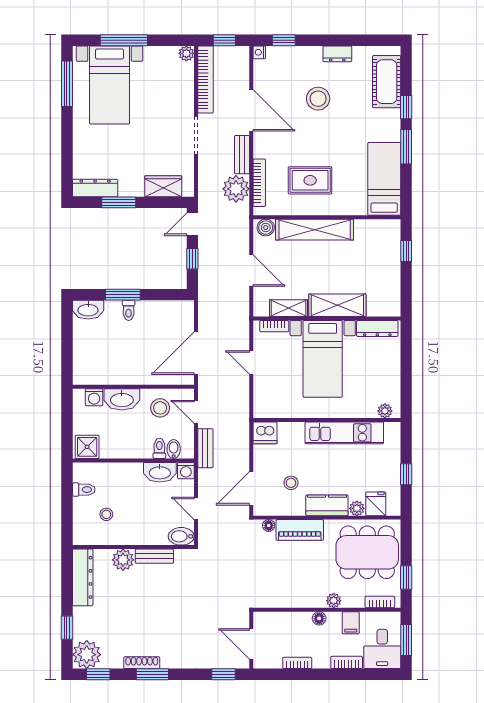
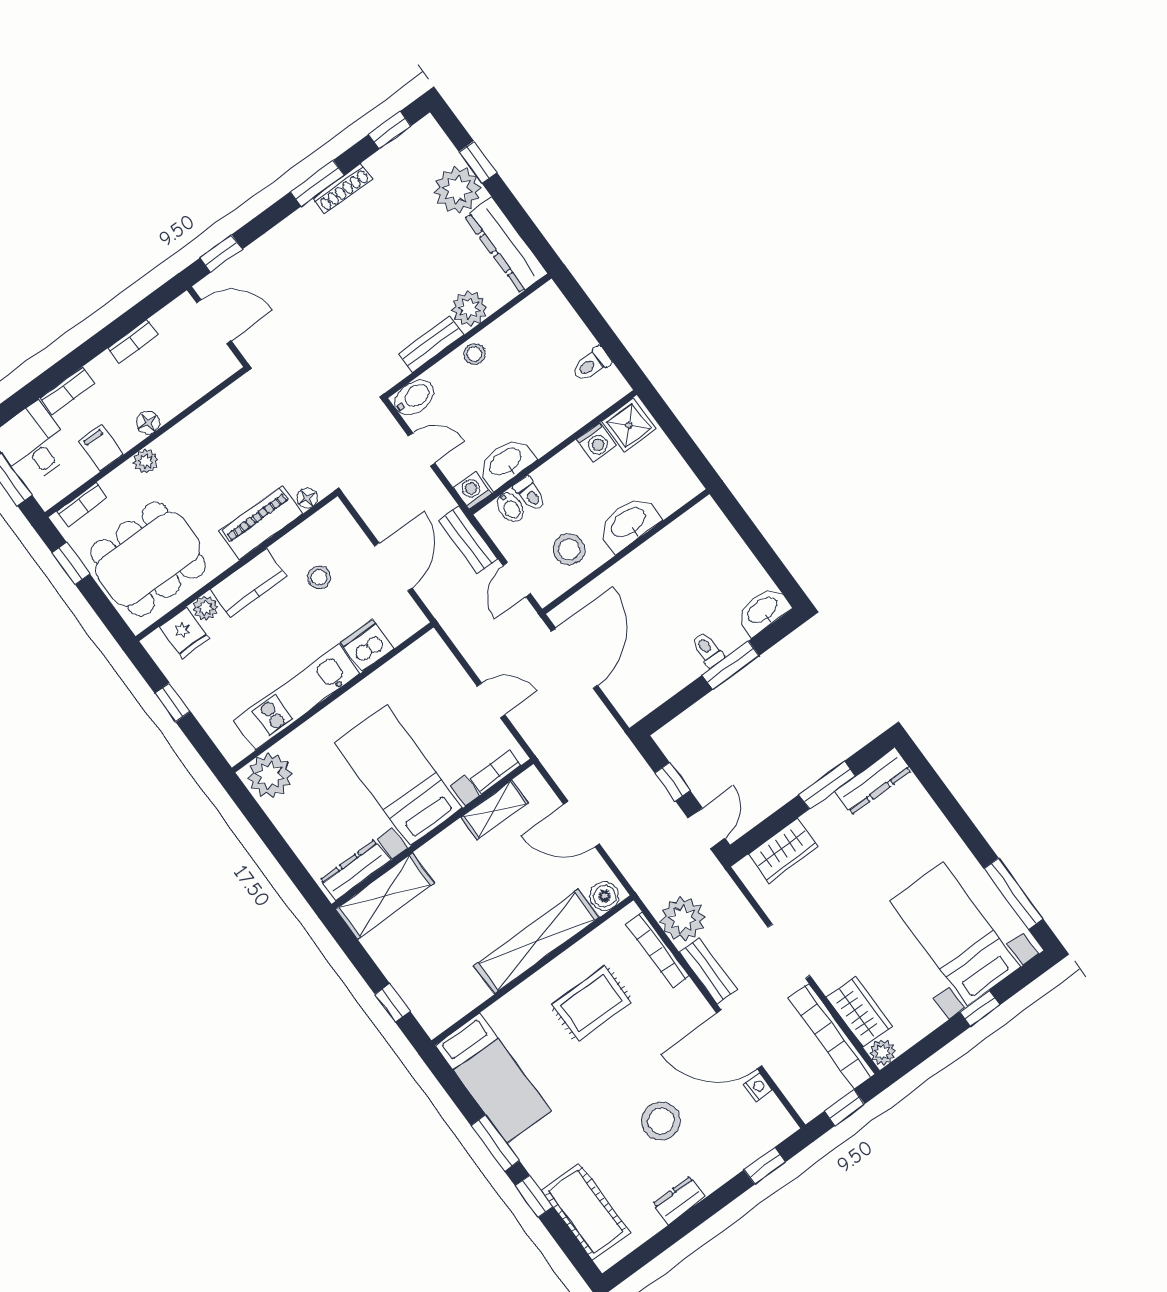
window: (124, 40) -> (980, 1008), width x0.46
nightstand: (259, 52) -> (757, 1087), moved
wardrobe: (183, 81) -> (859, 1012), added
shelving: (337, 305) -> (385, 896), moved
washing machine: (94, 397) -> (596, 442), moved, turned 180
plant: (385, 411) -> (270, 775), width x1.88, depth x1.88
door: (196, 412) -> (517, 579), swing flipped
dishwasher: (265, 433) -> (367, 645), moved
door: (251, 488) -> (393, 567), moved
stool: (106, 514) -> (474, 354), moved
plant: (87, 655) -> (457, 190), moved

